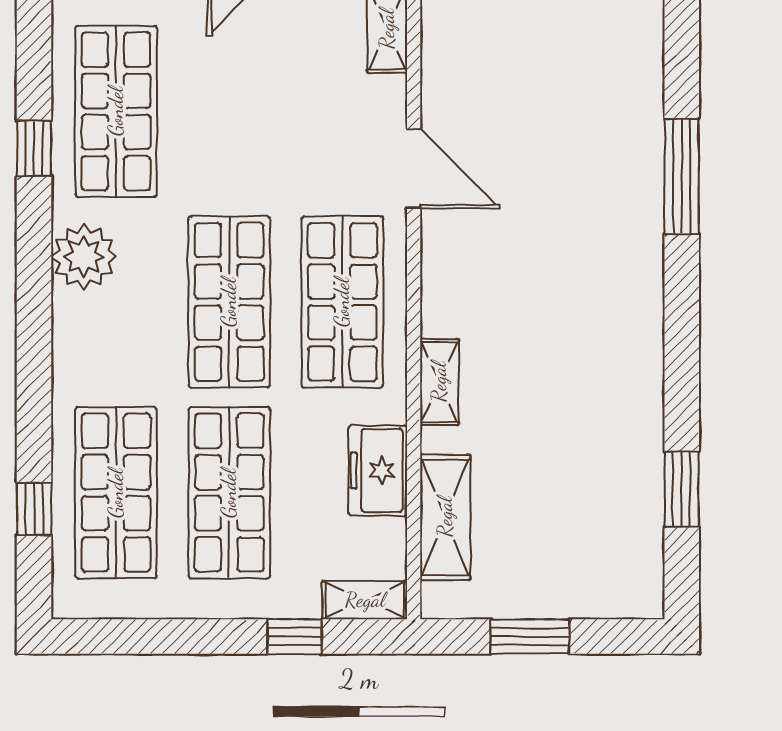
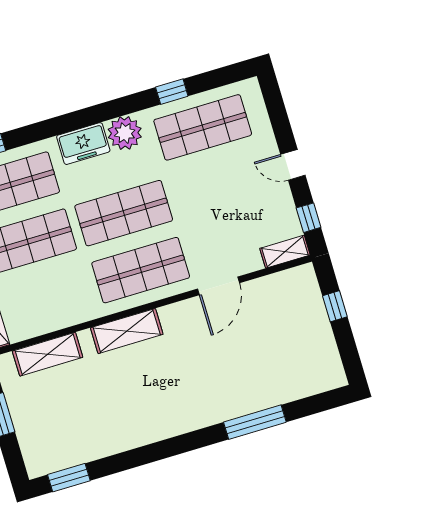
shelving: (439, 382) -> (127, 331), width x1.50, depth x1.33
freezer: (378, 470) -> (83, 144), moved, turned 180
window: (682, 489) -> (69, 478), moved

